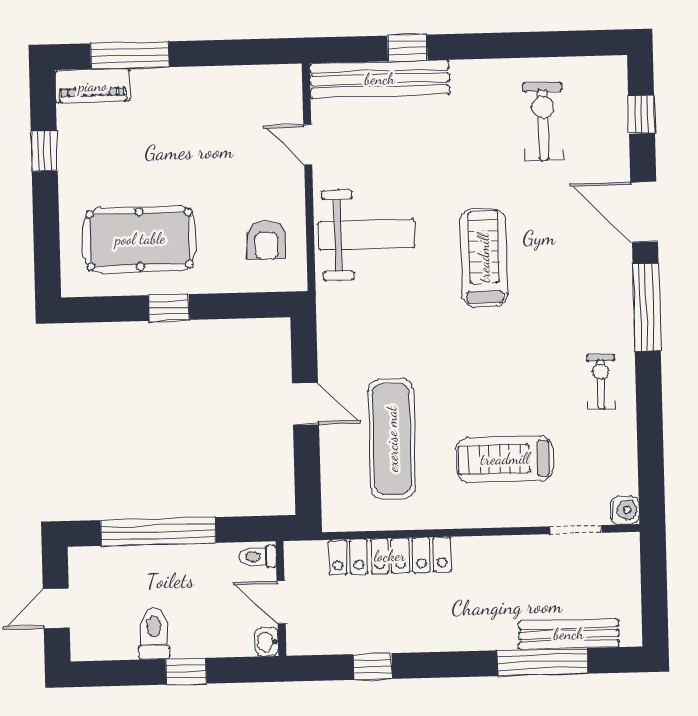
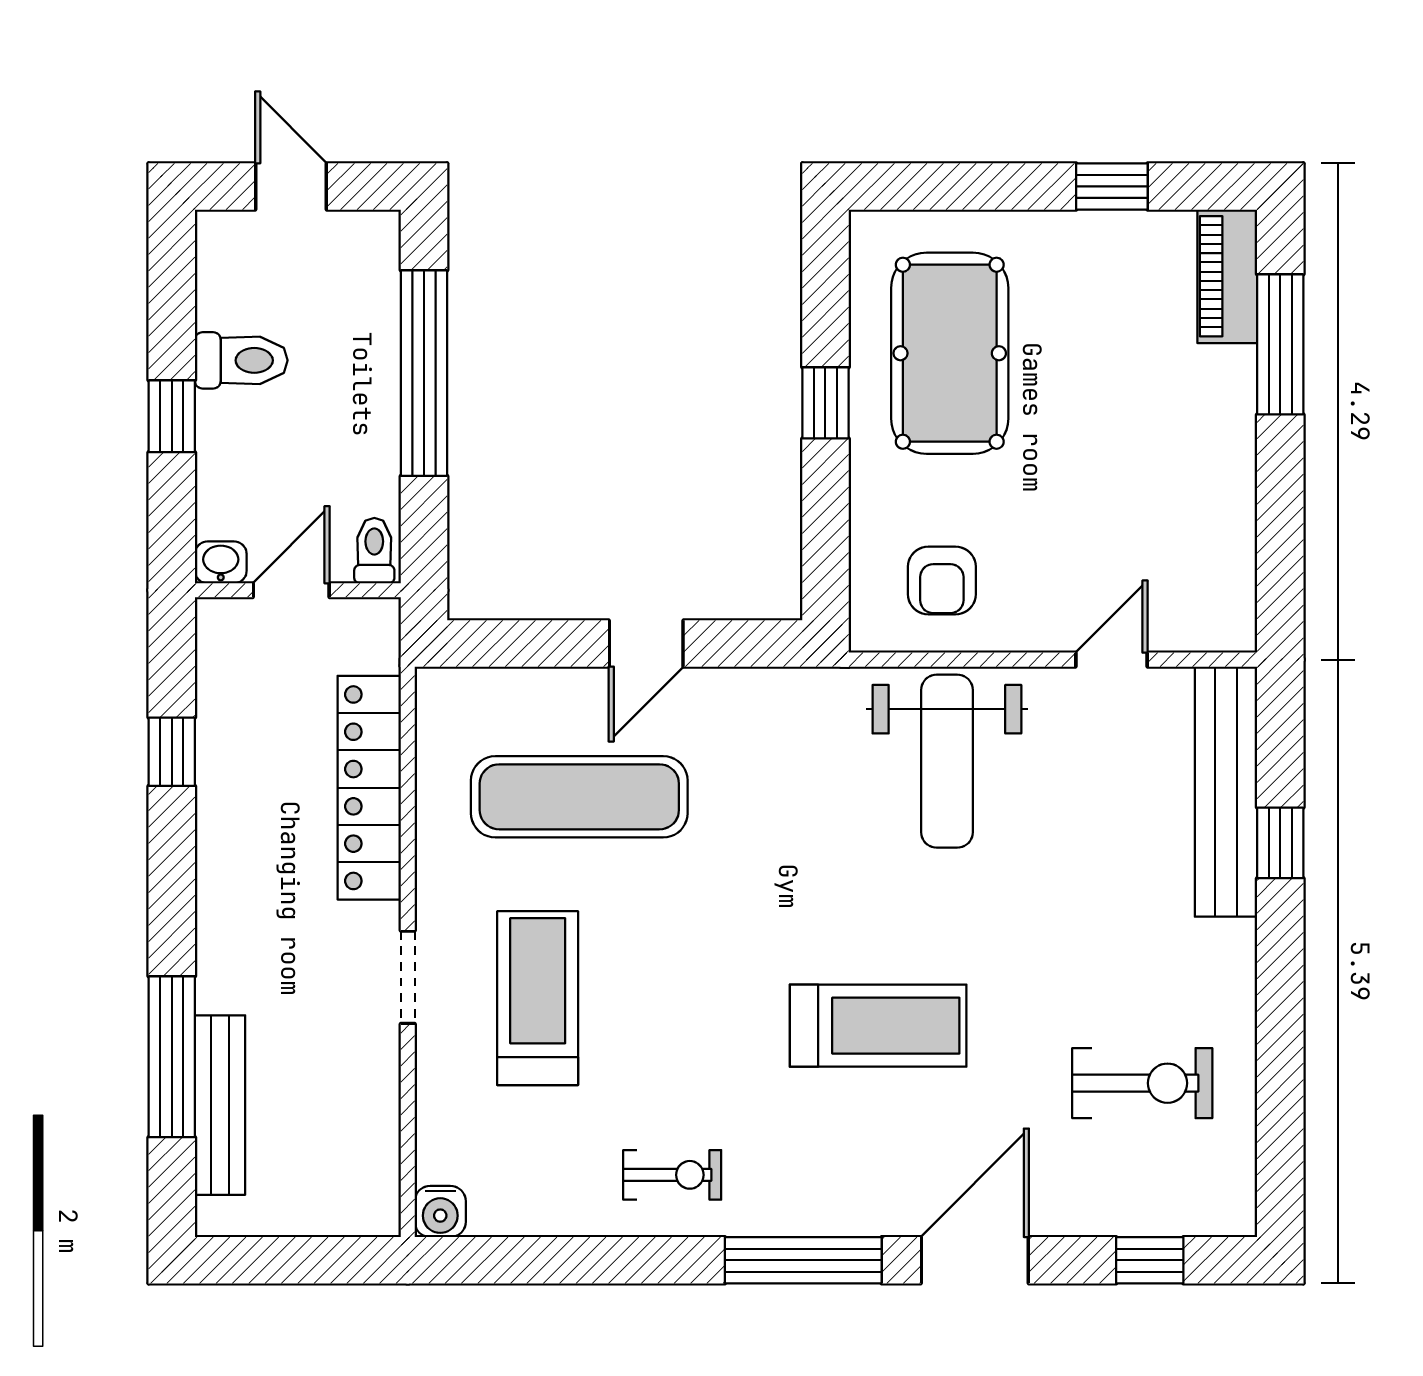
armchair: (266, 240) -> (942, 580), turned -90
treadmill: (484, 258) -> (878, 1026), moved
doorway: (576, 530) -> (408, 977), moved

